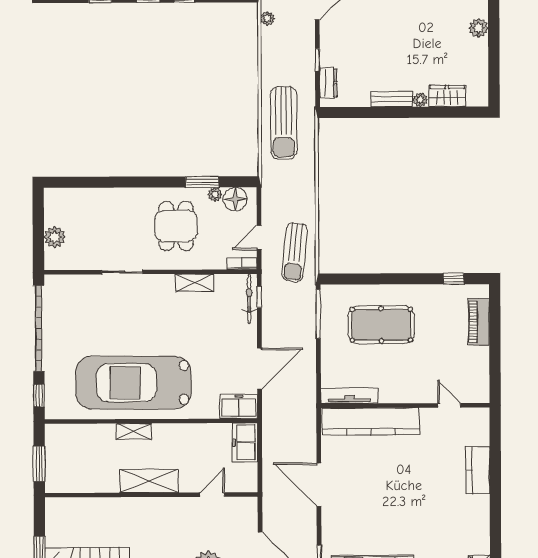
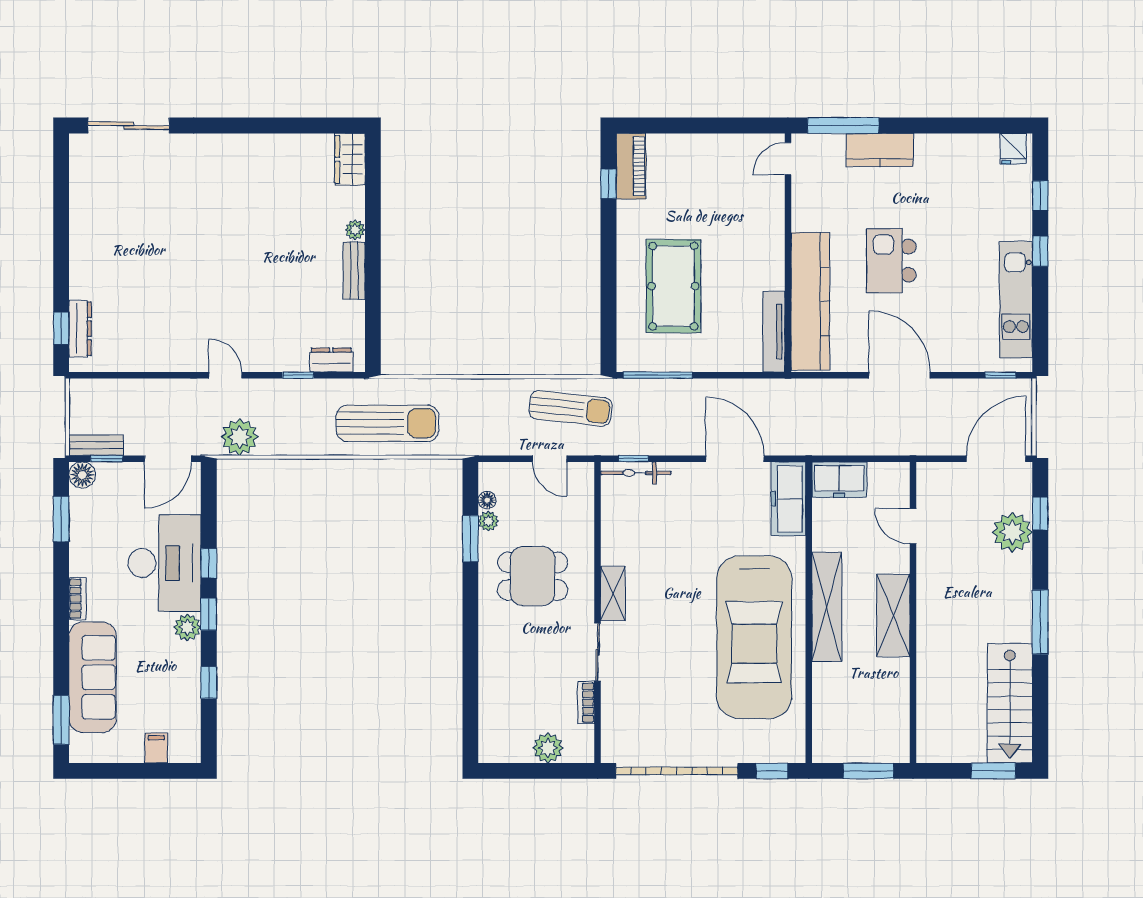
plant: (267, 19) -> (240, 437), width x1.88, depth x1.88
plant: (479, 28) -> (254, 147), removed
wardrobe: (447, 96) -> (350, 159), moved
floor lamp: (235, 199) -> (487, 500), width x0.53, depth x0.53
bookcase: (242, 263) -> (586, 702), moved
shelving: (195, 283) -> (613, 593), moved
piano: (479, 322) -> (631, 166), moved, turned -90
door: (449, 405) -> (788, 159), moved
freezer: (239, 407) -> (788, 499), width x1.40
shelving: (134, 431) -> (827, 607), width x2.20, depth x1.33
window: (495, 444) -> (843, 126), added
kitchen island: (400, 479) -> (891, 261), added
door: (319, 485) -> (900, 375), swing flipped

